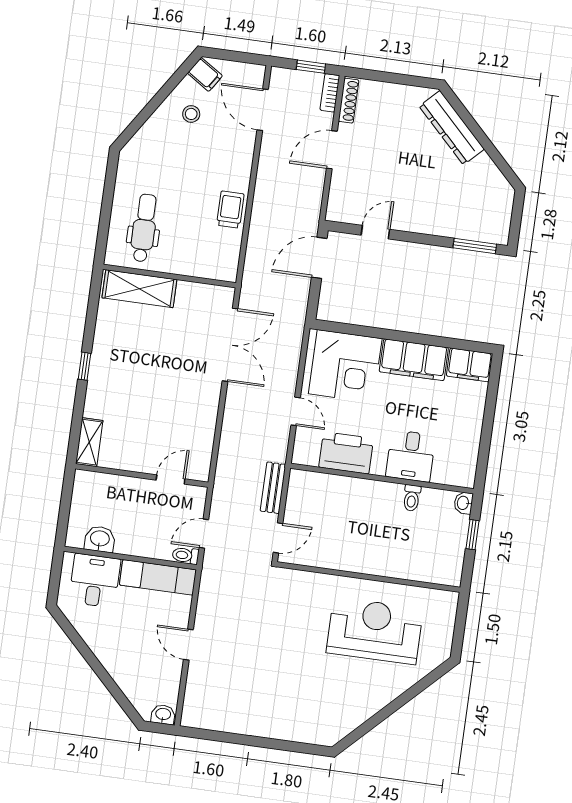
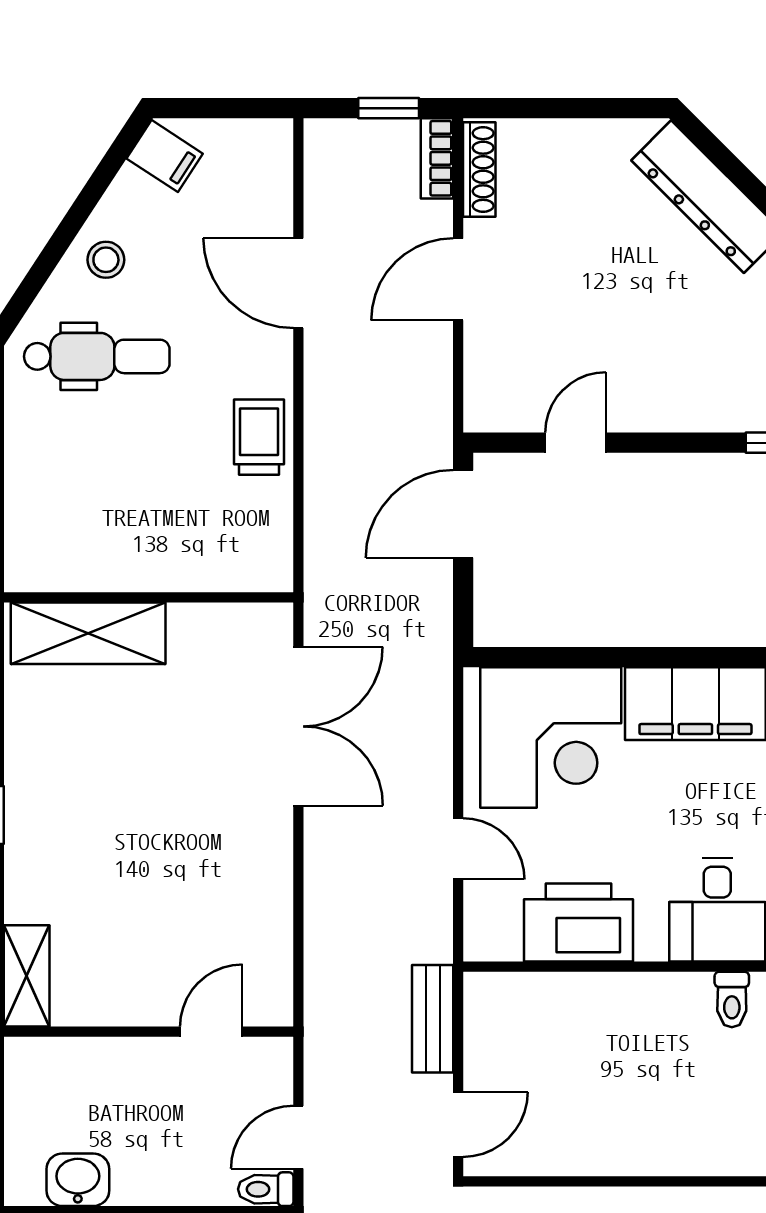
door: (263, 110) -> (298, 283), moved
stool: (191, 114) -> (106, 260), moved
dental chair: (144, 228) -> (97, 356), moved, turned 90

